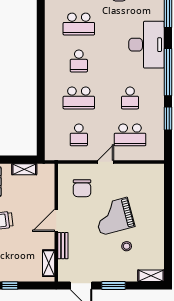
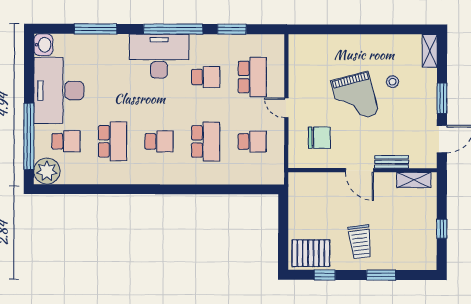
desk: (147, 45) -> (159, 56), moved
shelving: (24, 169) -> (295, 210), removed

